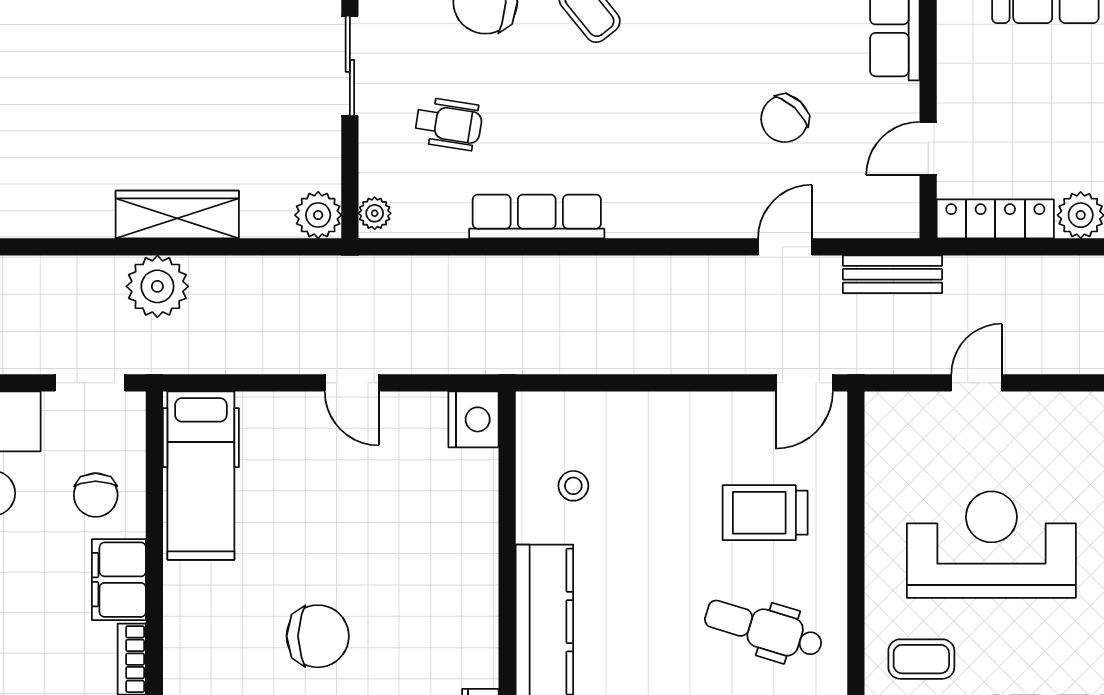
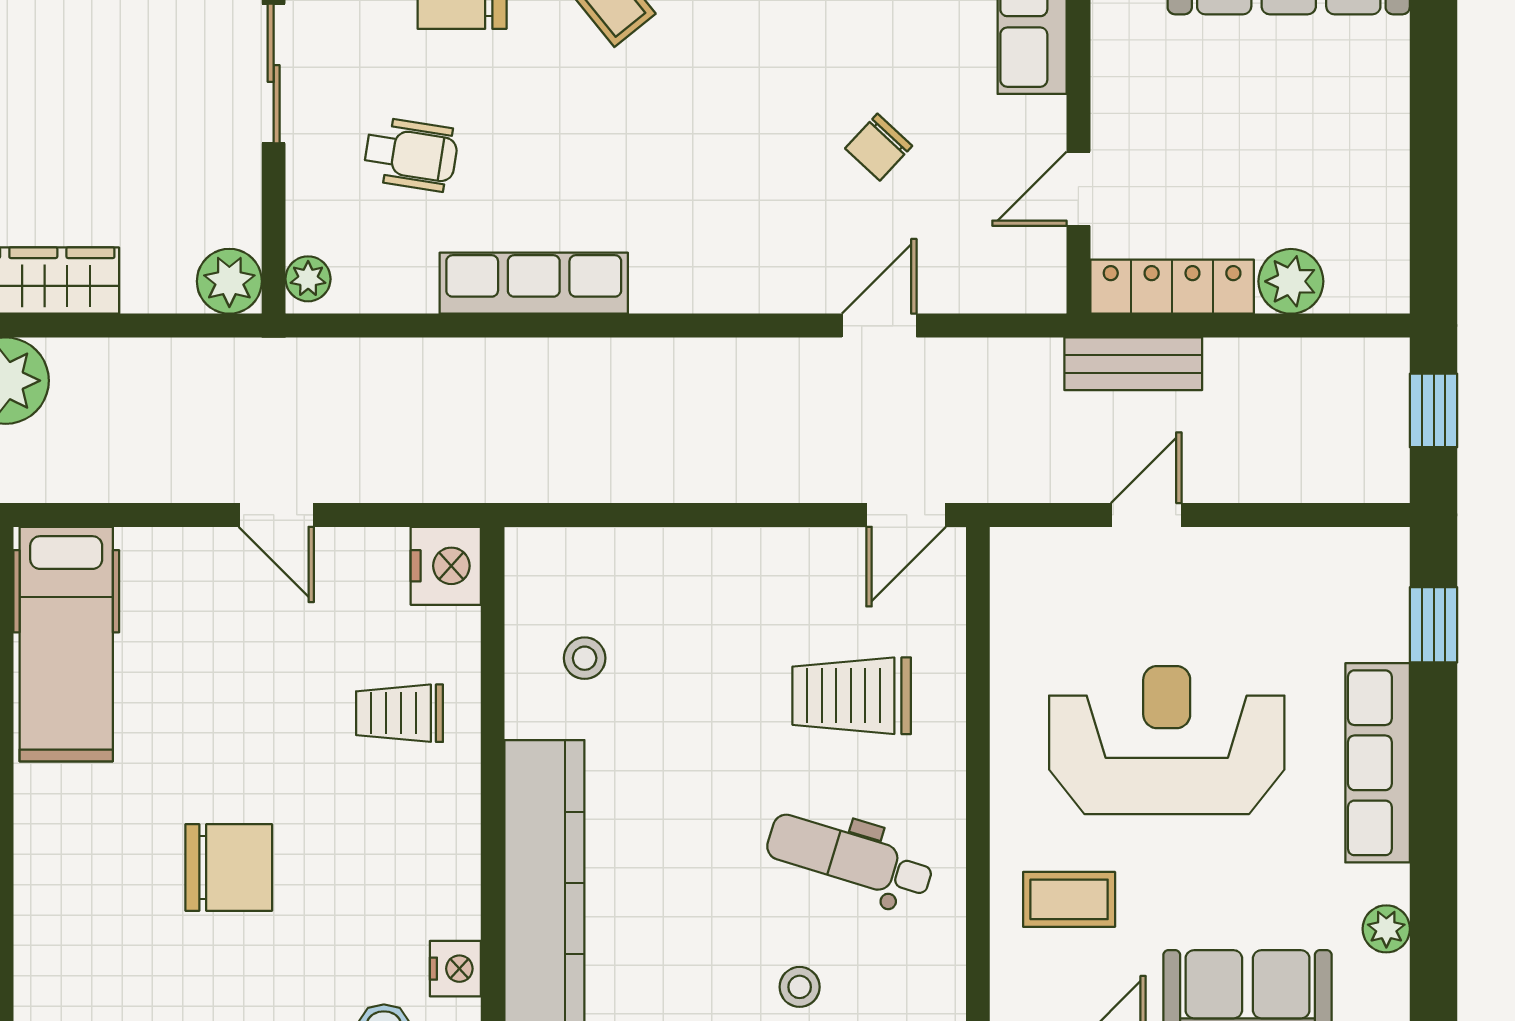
chair: (785, 119) -> (879, 147), width x0.73, depth x0.73
bench: (892, 274) -> (1133, 364), moved
trolley: (440, 525) -> (400, 713), added

